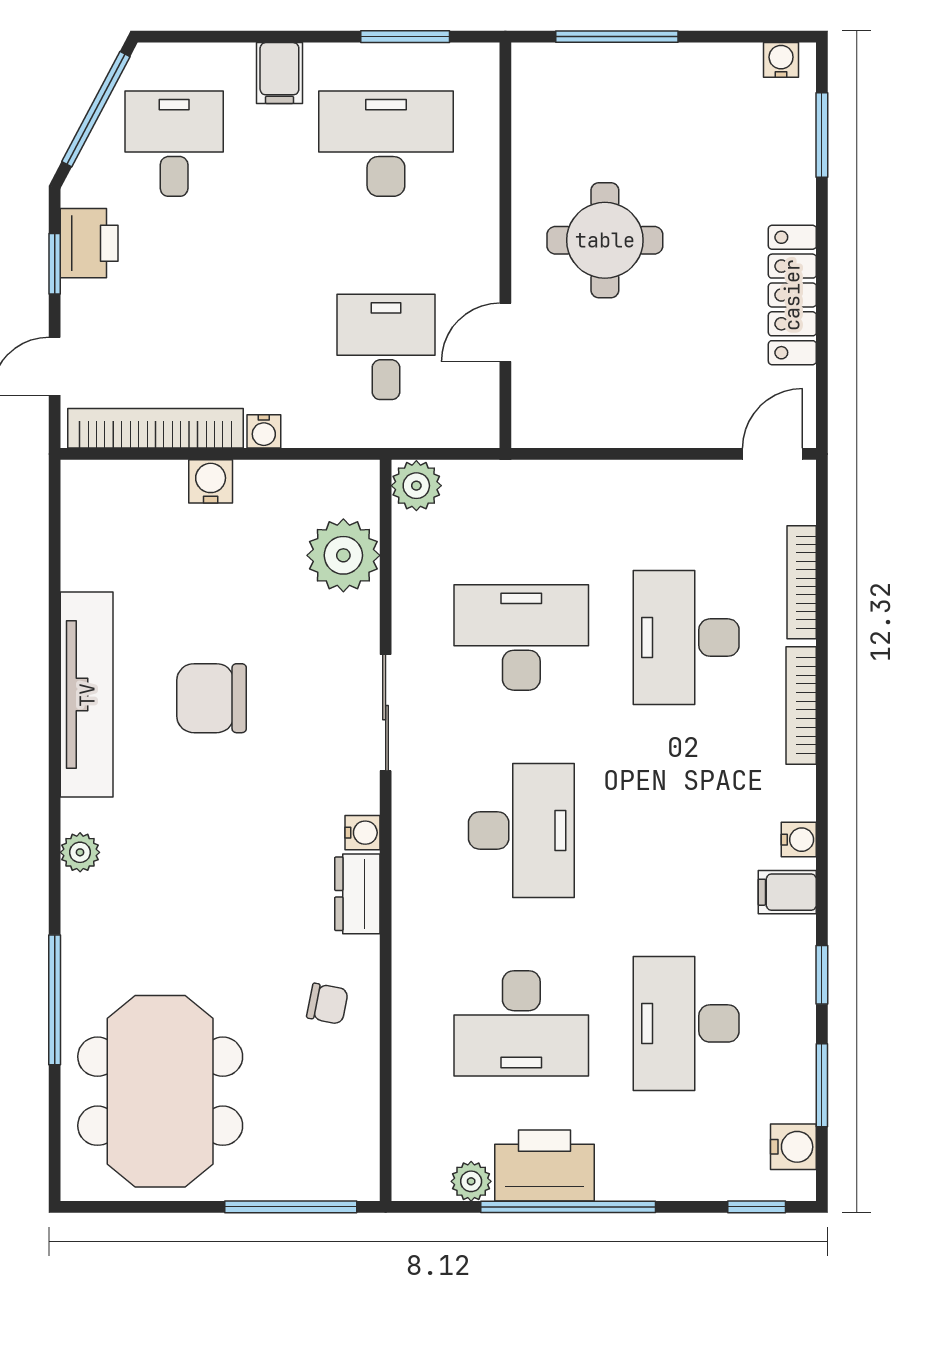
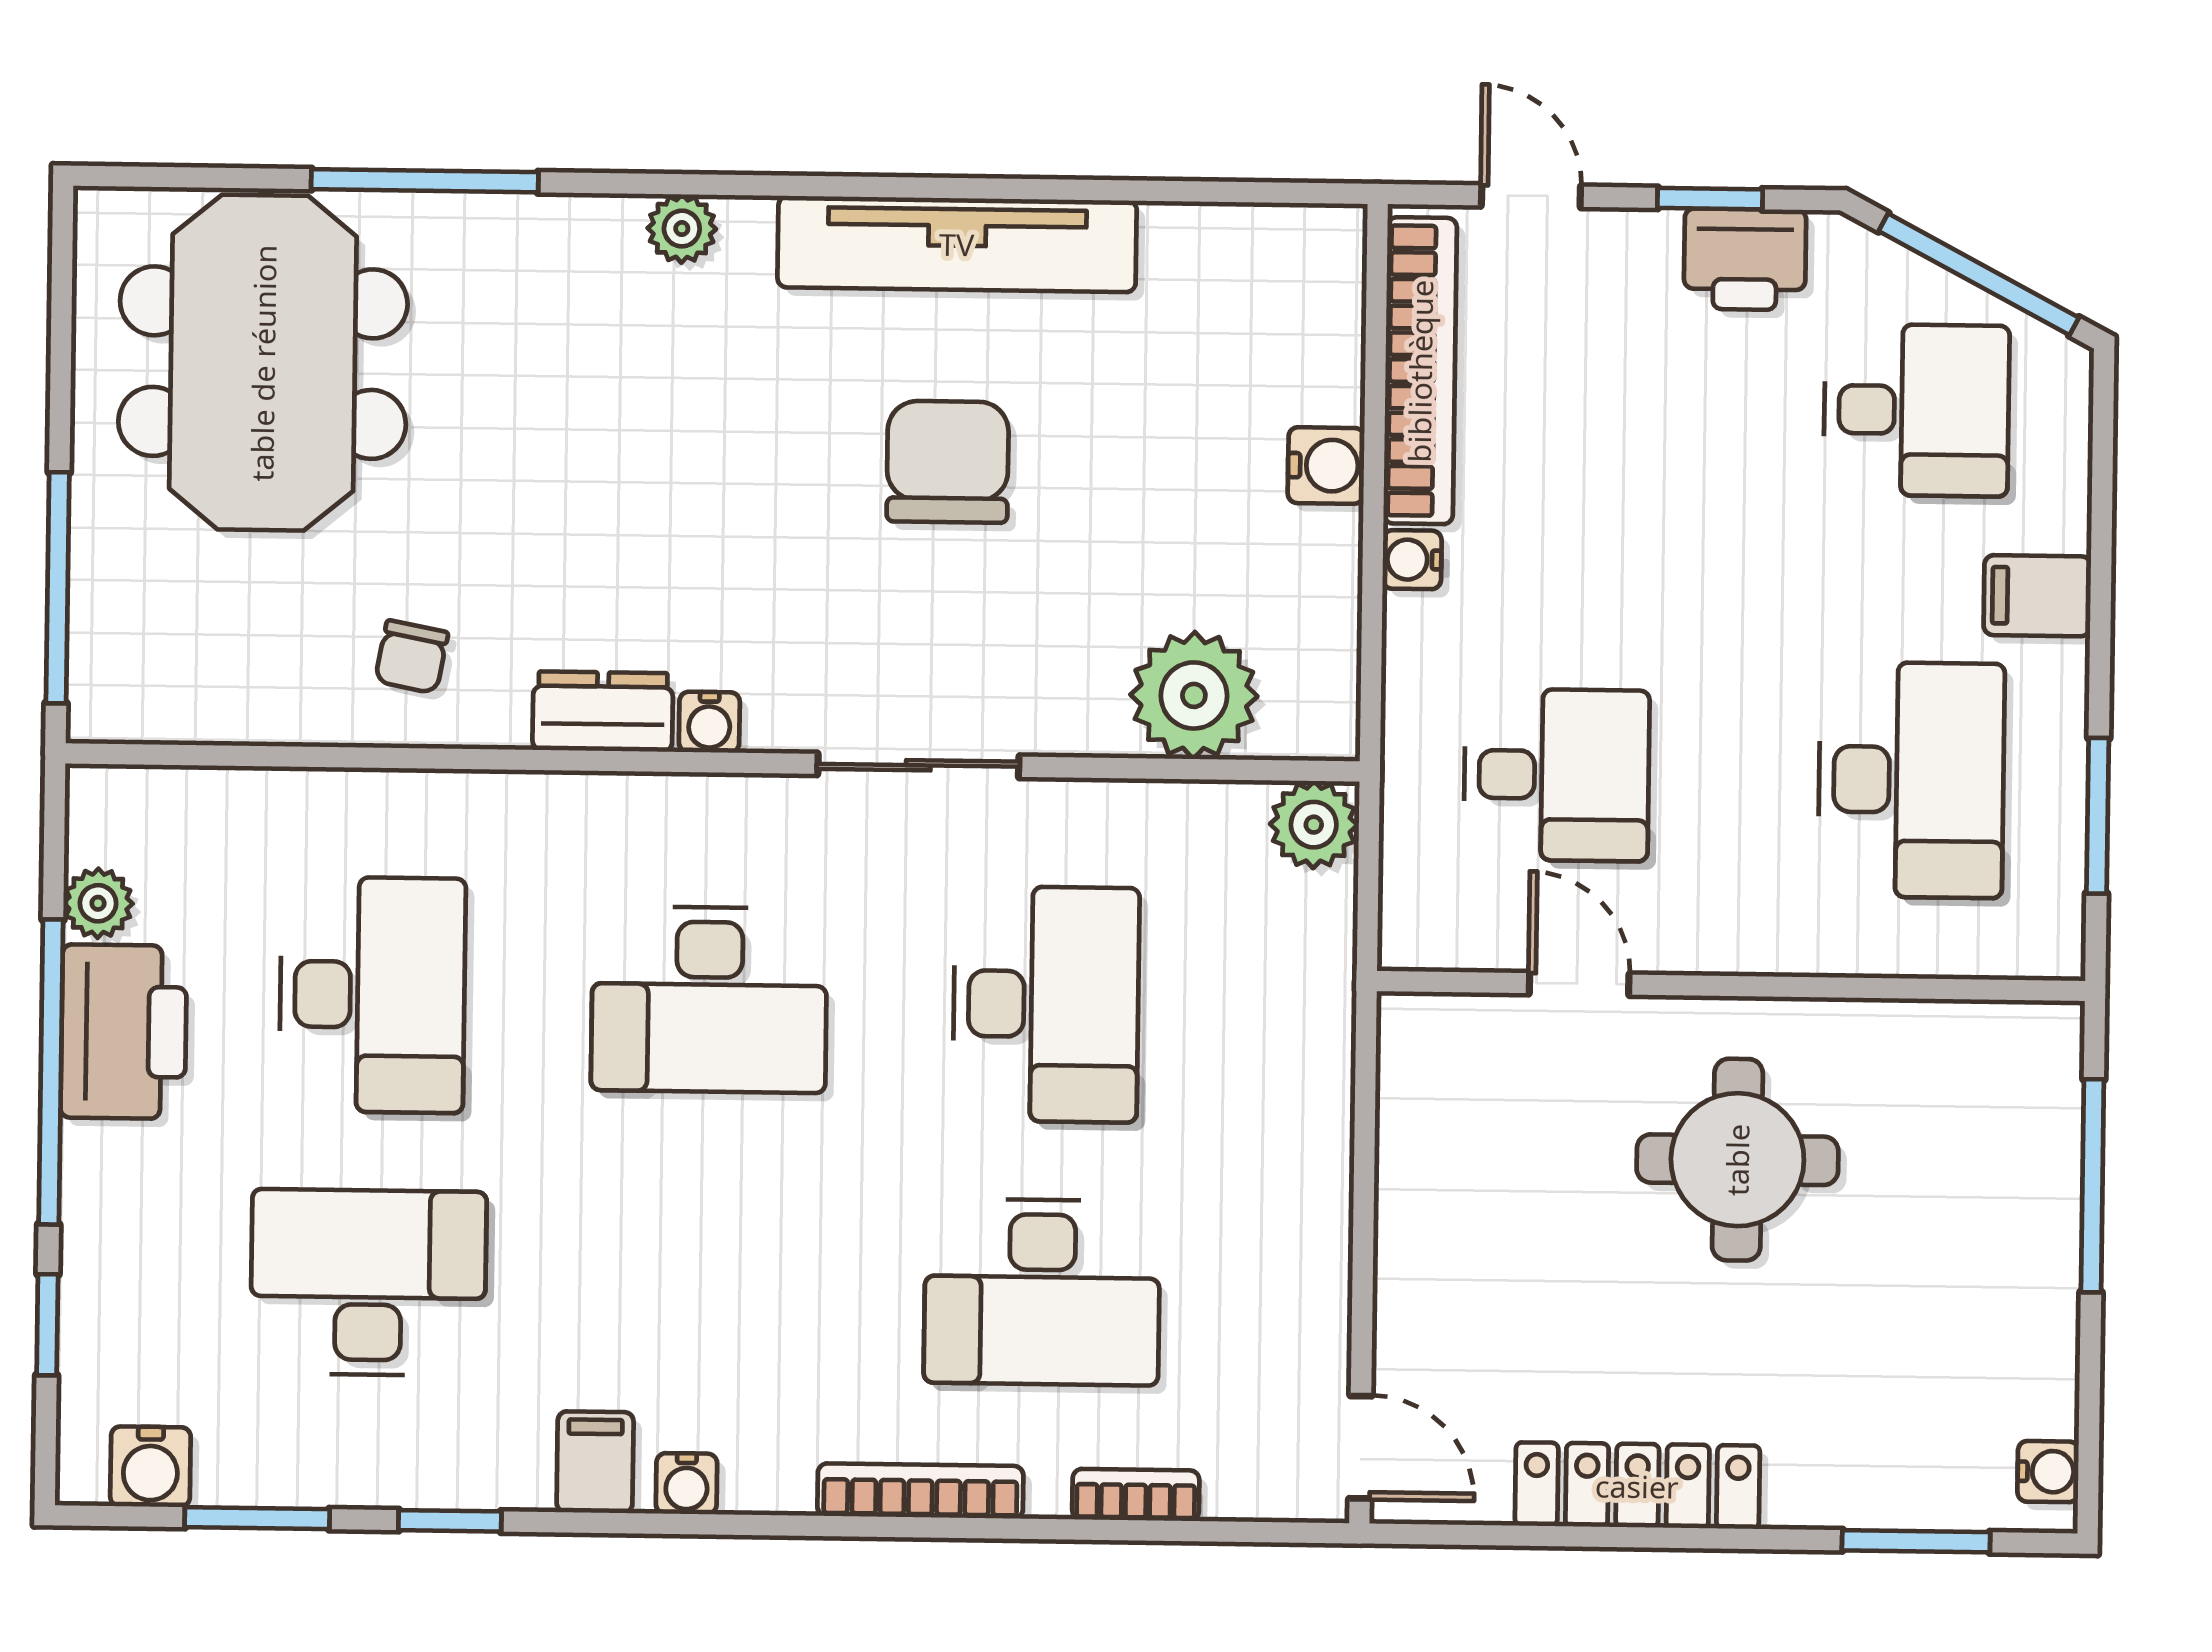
bookcase: (802, 582) -> (1136, 1495), width x0.64
desk: (686, 638) -> (1042, 1292), turned 180
desk: (521, 1023) -> (372, 995), turned 180
meeting table: (160, 1091) -> (263, 363), turned 90
window: (757, 1207) -> (47, 1325), moved

